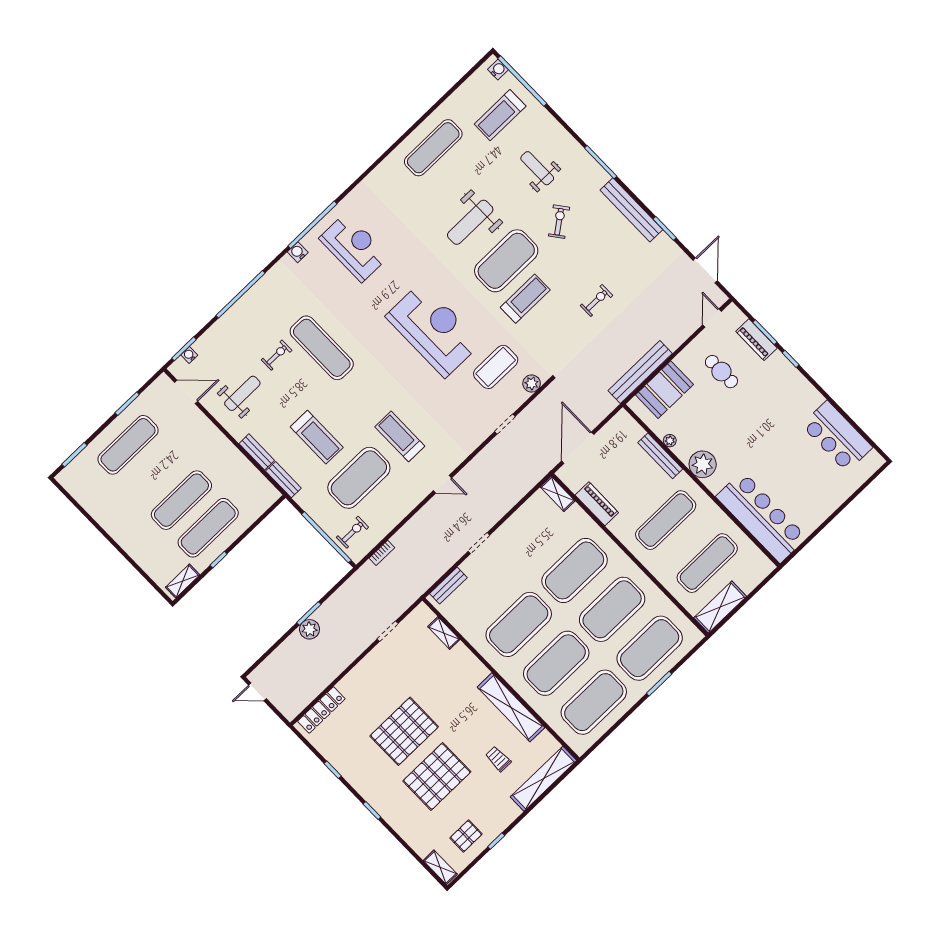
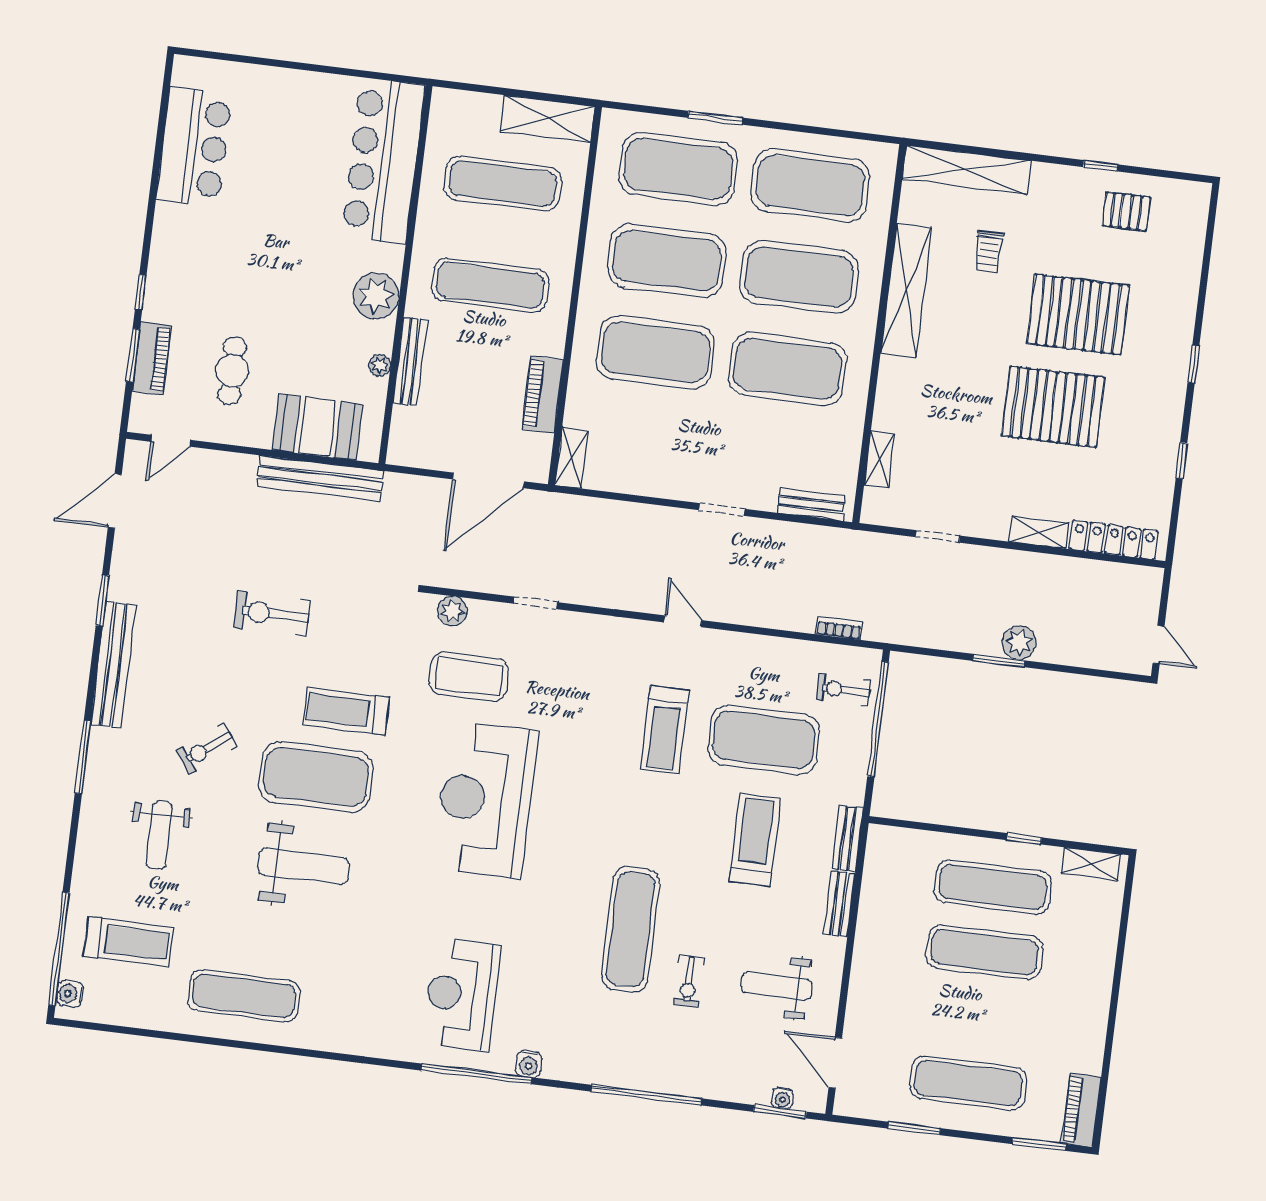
exercise bike: (597, 301) -> (272, 614), width x1.38, depth x1.39
exercise bike: (277, 355) -> (689, 981), turned -90
piano: (74, 486) -> (1081, 1110), added
shelving: (440, 867) -> (1039, 532), moved, turned 90

